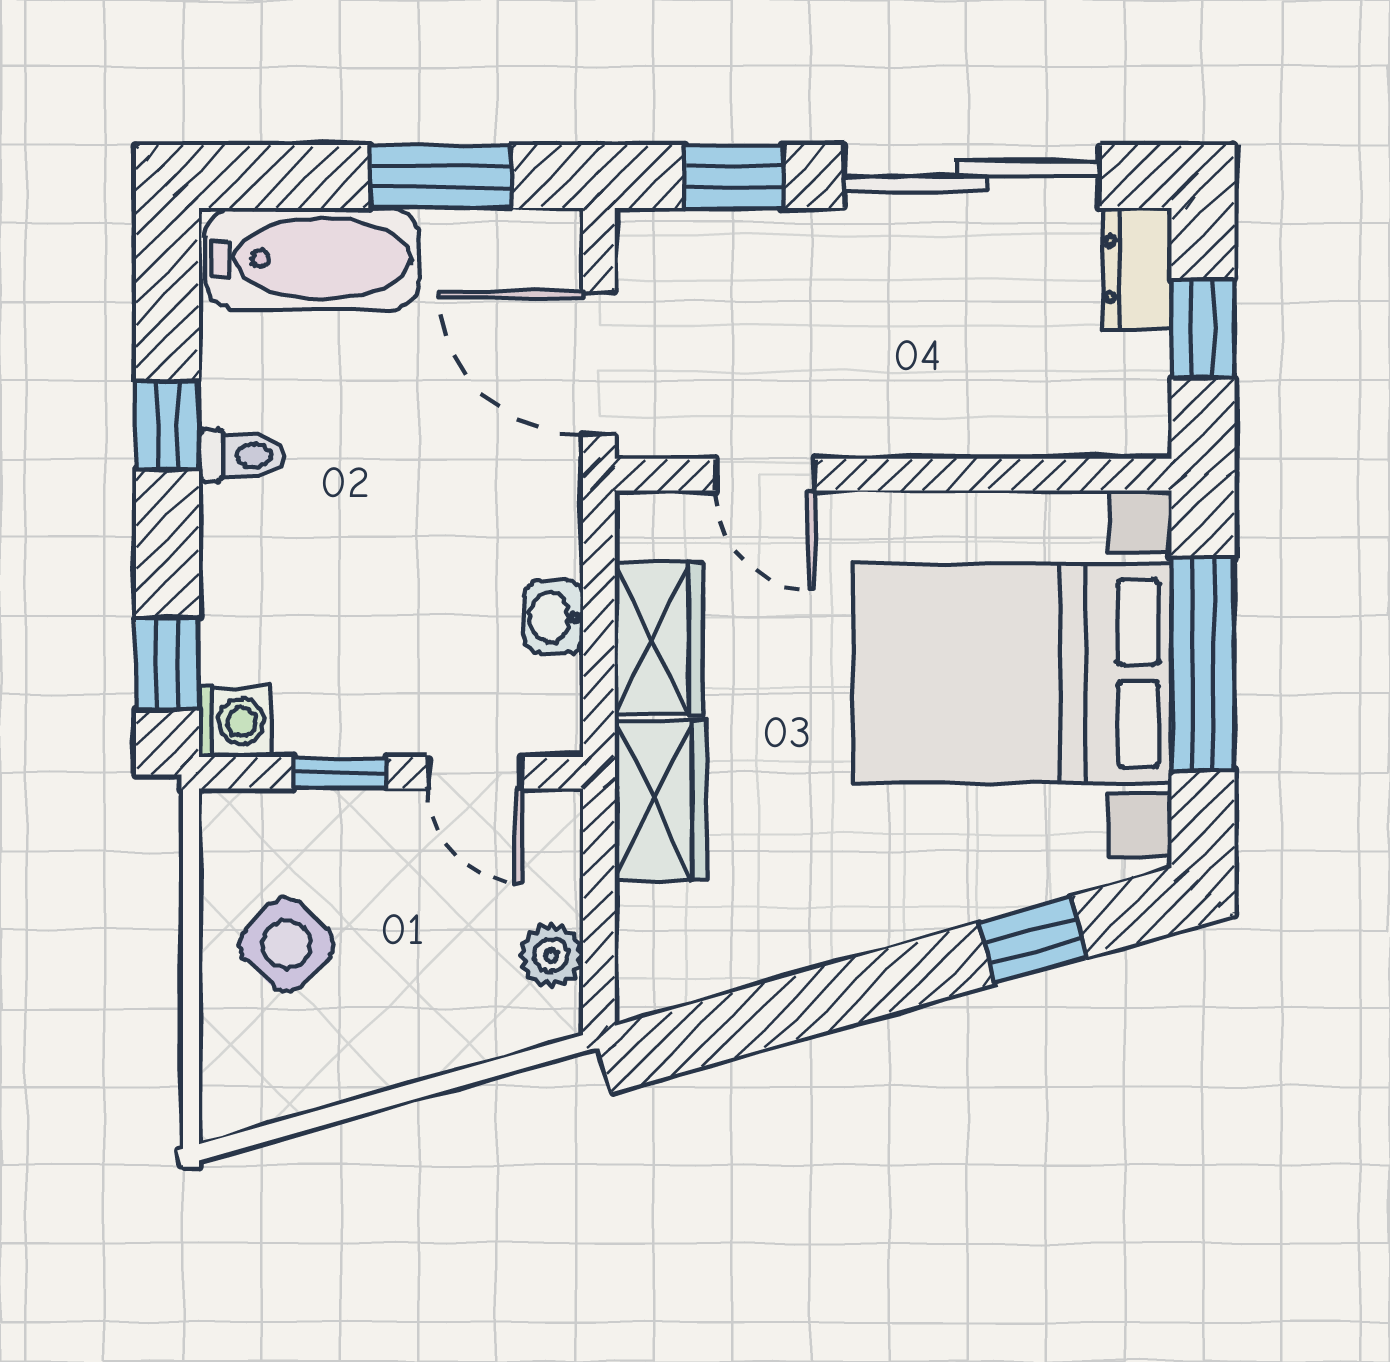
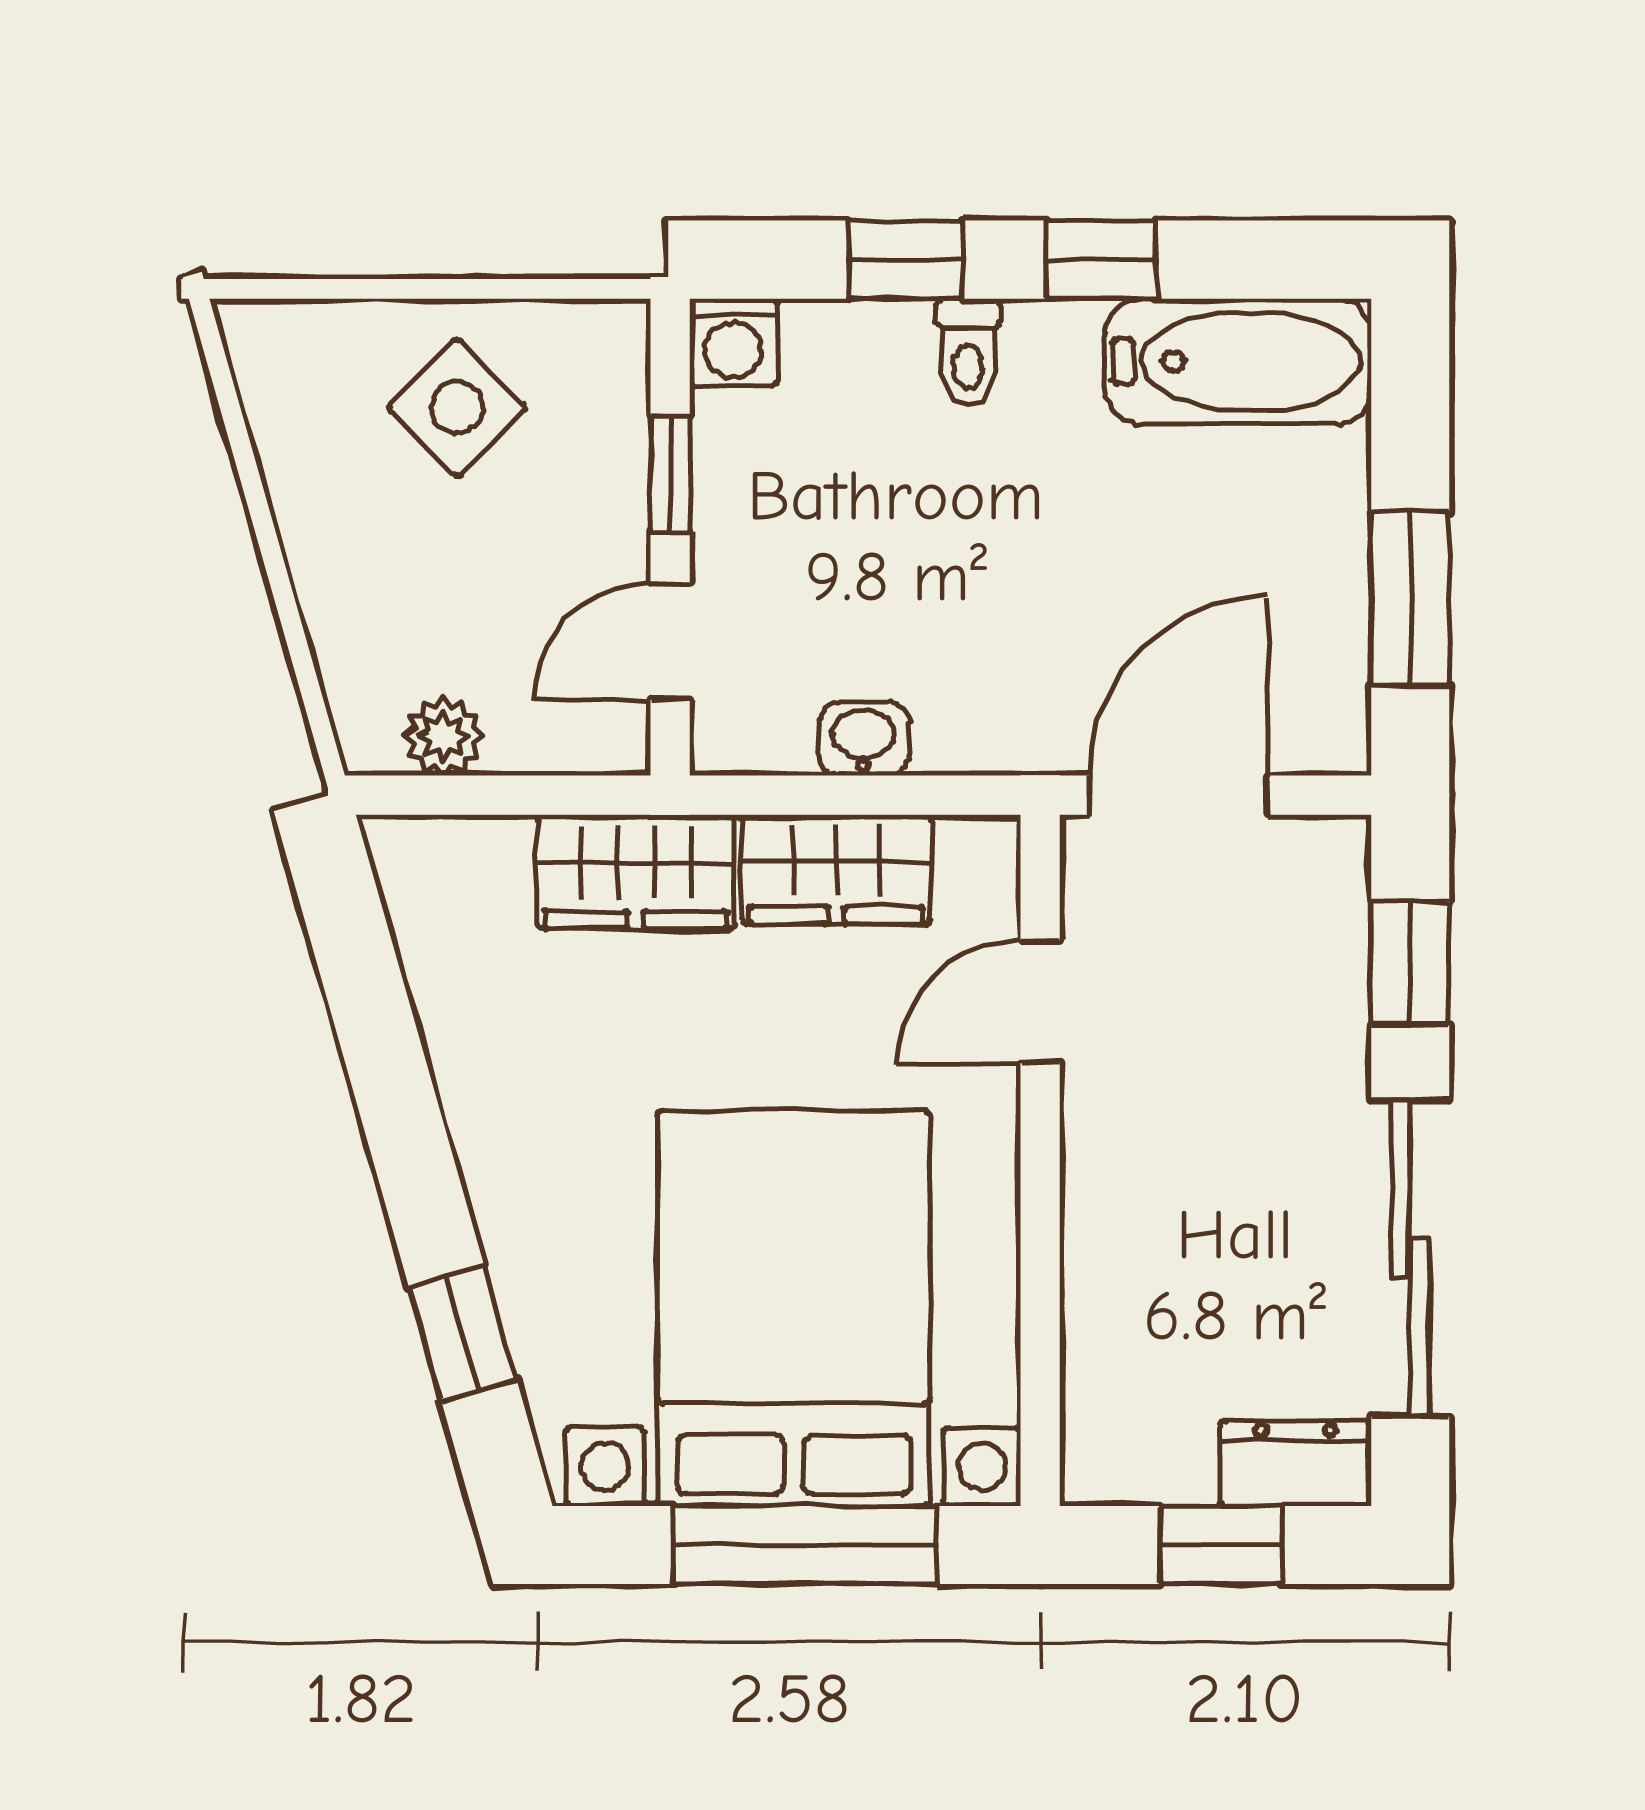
bathtub: (312, 259) -> (1238, 362), moved, turned -90
toilet: (242, 455) -> (968, 352), moved
window: (167, 664) -> (906, 260), moved

